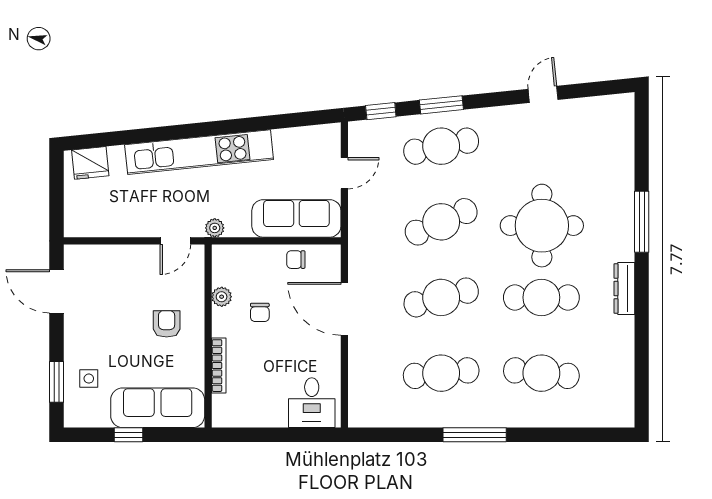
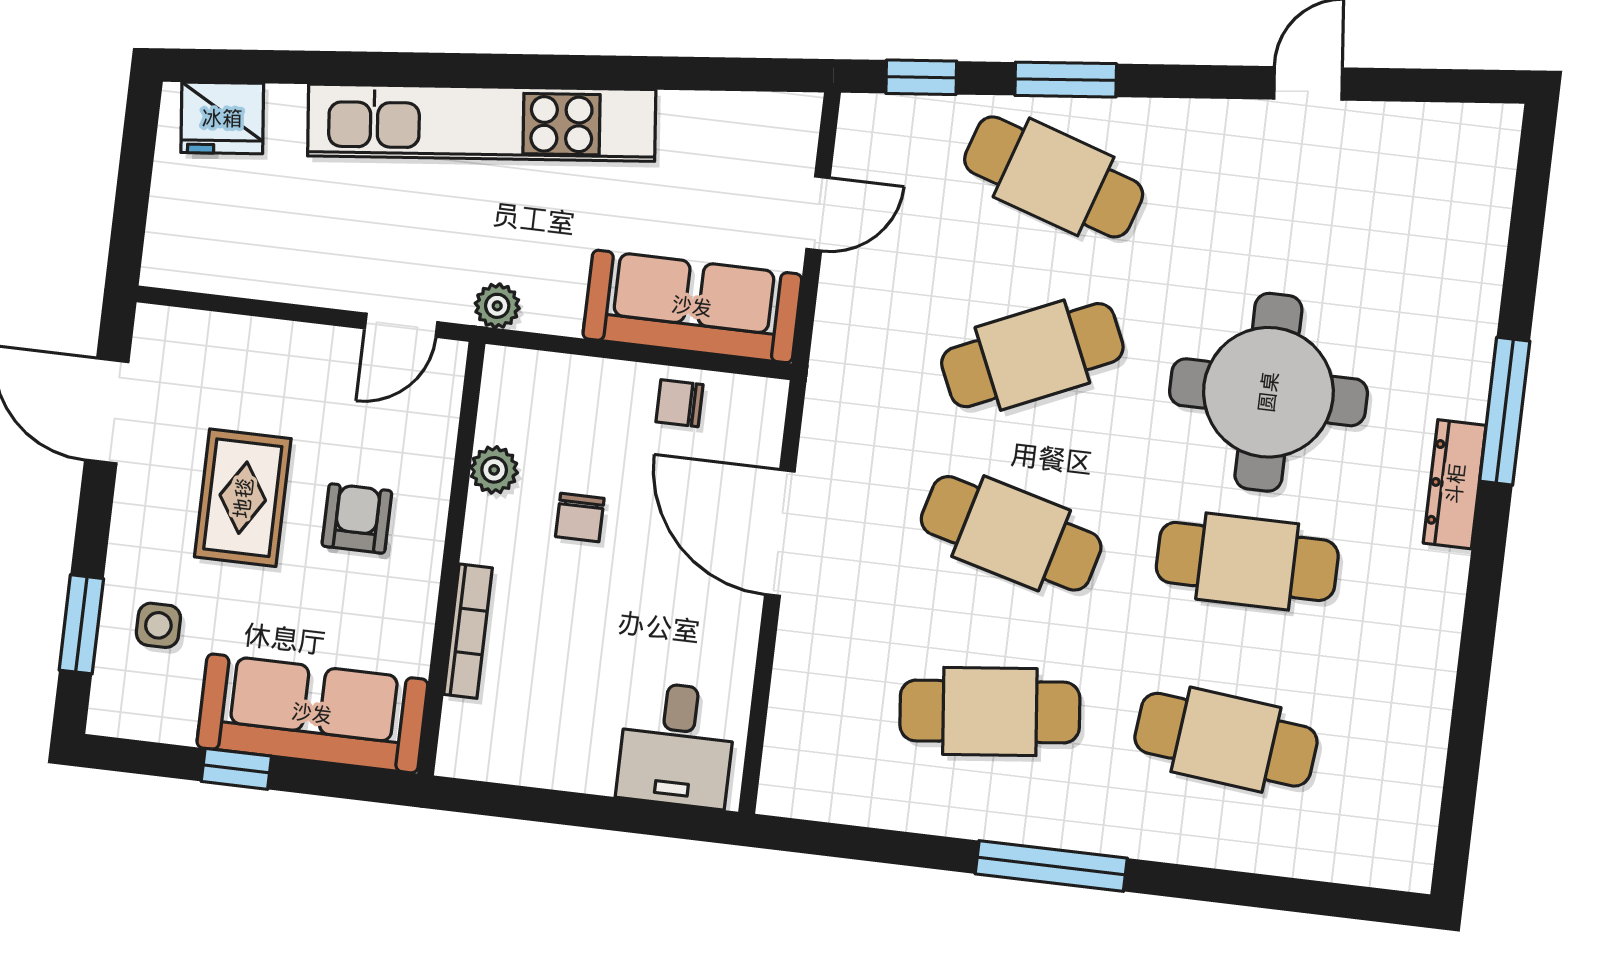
cafe table: (441, 146) -> (1054, 177), turned 30
dresser: (624, 289) -> (1455, 484), moved
cafe table: (441, 297) -> (1011, 533), turned 30
rug: (118, 321) -> (243, 498), added

